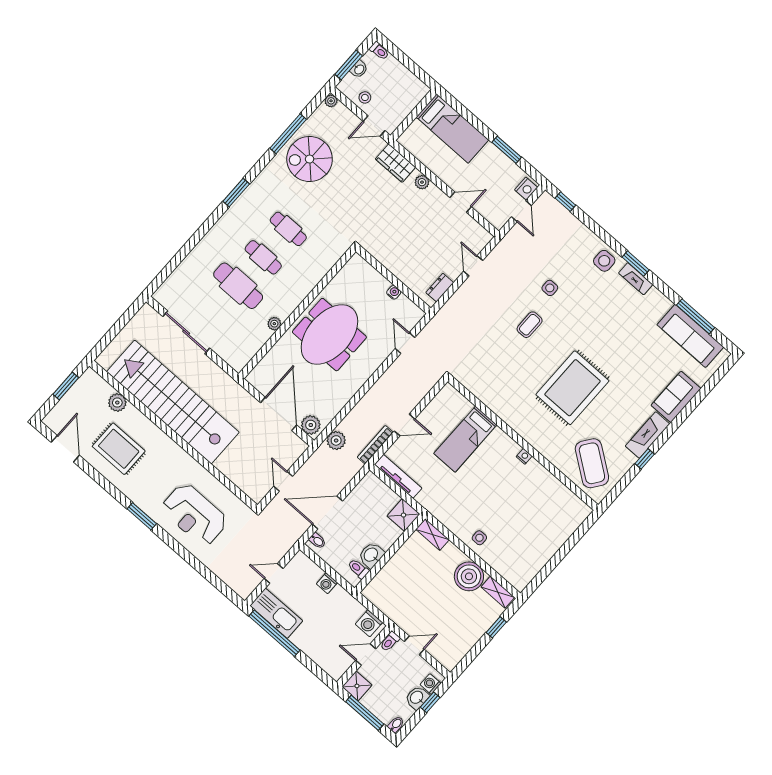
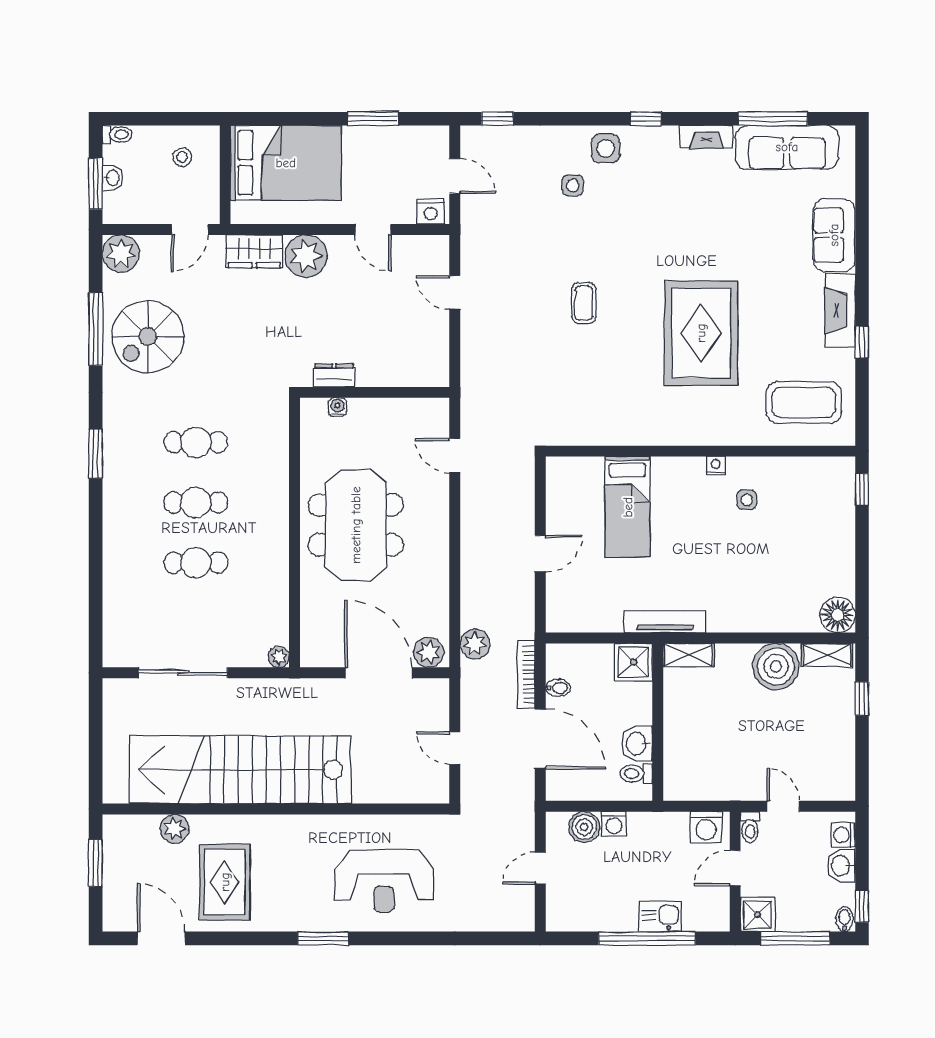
stool: (365, 97) -> (182, 157), moved
plant: (331, 101) -> (121, 254), width x1.88, depth x1.88
bed: (452, 128) -> (286, 163), width x1.50
plant: (422, 182) -> (306, 256), width x1.87, depth x1.87
nightstand: (526, 189) -> (431, 211), moved, turned 90
door: (461, 202) -> (373, 230), swing flipped
window: (636, 264) -> (646, 119), width x0.67
fireplace: (636, 279) -> (707, 137), moved
cafe table: (238, 286) -> (196, 563), width x0.73, depth x0.74
dresser: (440, 288) -> (334, 375), moved, turned 90
side table: (550, 288) -> (573, 185), moved
water cooler: (394, 292) -> (338, 407), moved
plant: (274, 324) -> (279, 657), moved
bookcase: (375, 445) -> (526, 675), moved
rug: (119, 449) -> (225, 882), turned 90
coffee table: (592, 463) -> (804, 403), turned -36
tv unit: (398, 476) -> (665, 622), moved
door: (327, 512) -> (540, 739), swing flipped
window: (583, 529) -> (862, 490), added
side table: (479, 538) -> (747, 500), moved
bidet: (317, 541) -> (558, 688), moved
boiler: (312, 572) -> (584, 827), added
floor lamp: (519, 578) -> (838, 615), added
kitchen sink: (276, 613) -> (660, 916), moved, width x0.53, depth x0.81
window: (274, 633) -> (647, 938), moved
door: (414, 645) -> (783, 806), hinge flipped
window: (430, 702) -> (862, 906), moved

